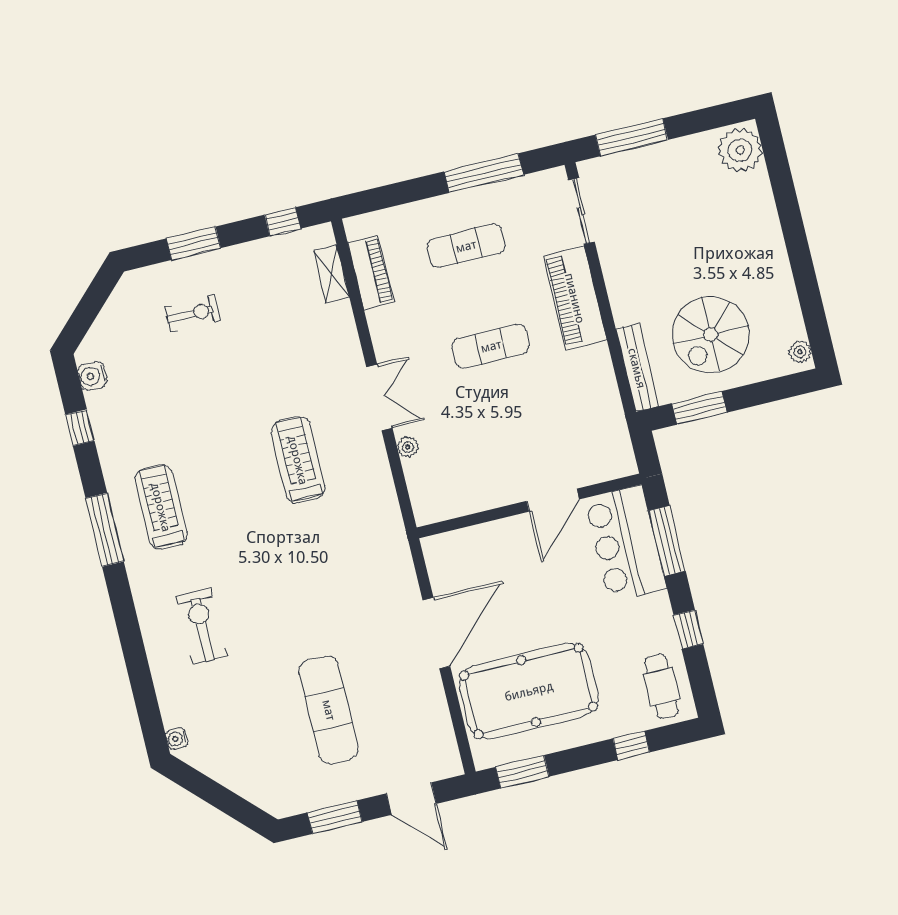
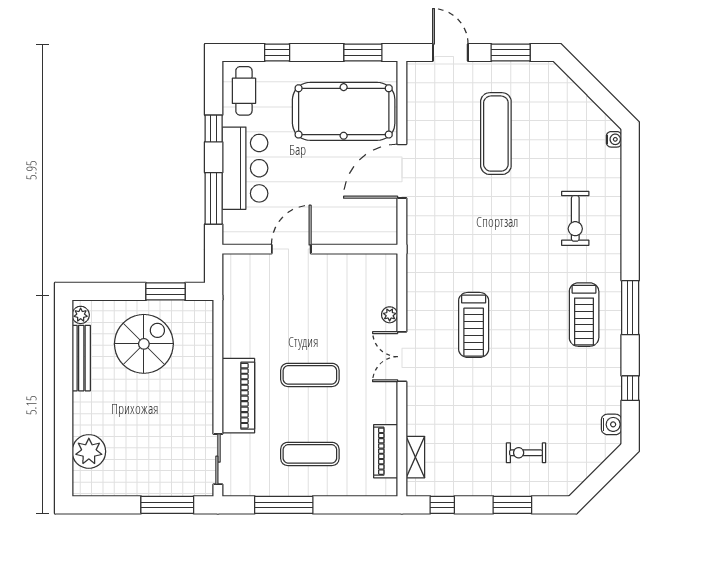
plant: (740, 150) -> (89, 451), moved
bench: (637, 368) -> (81, 358), moved
bar counter: (625, 544) -> (245, 168), moved

